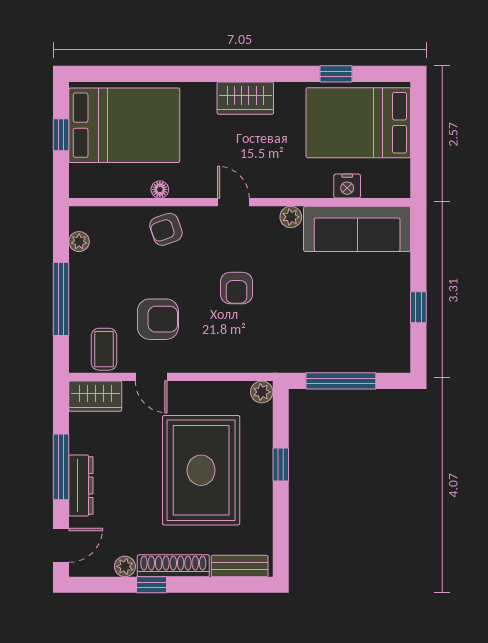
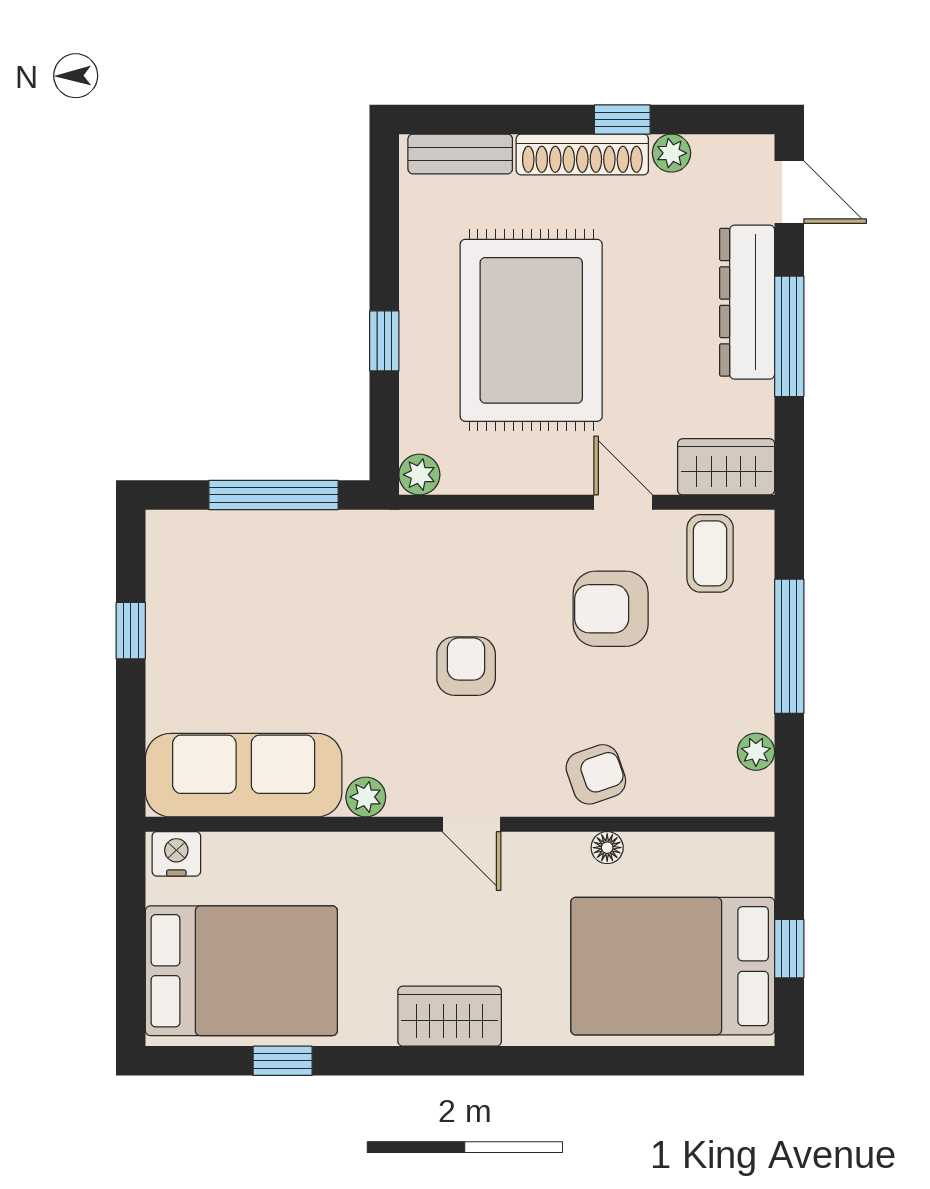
nightstand: (347, 186) -> (176, 854), moved
dresser: (81, 486) -> (747, 302), width x1.37, depth x1.24
door: (61, 545) -> (789, 192), swing flipped

